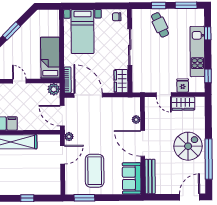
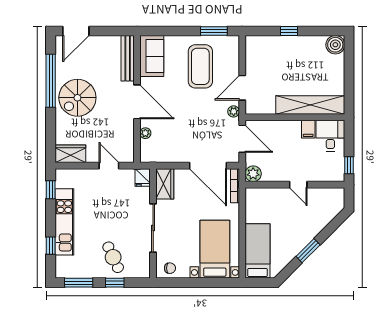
bed: (50, 58) -> (257, 251), moved, turned 180
fridge: (183, 86) -> (143, 177), moved
wardrobe: (183, 103) -> (70, 154), moved

